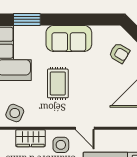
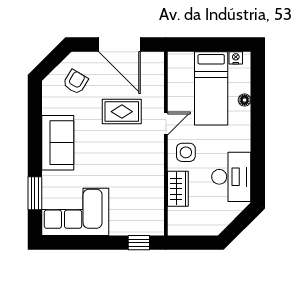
rug: (58, 83) -> (122, 112), moved
side table: (15, 113) -> (148, 208), removed

